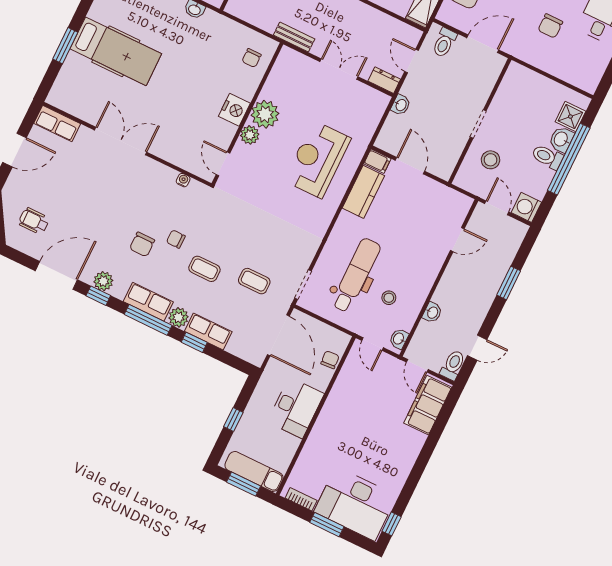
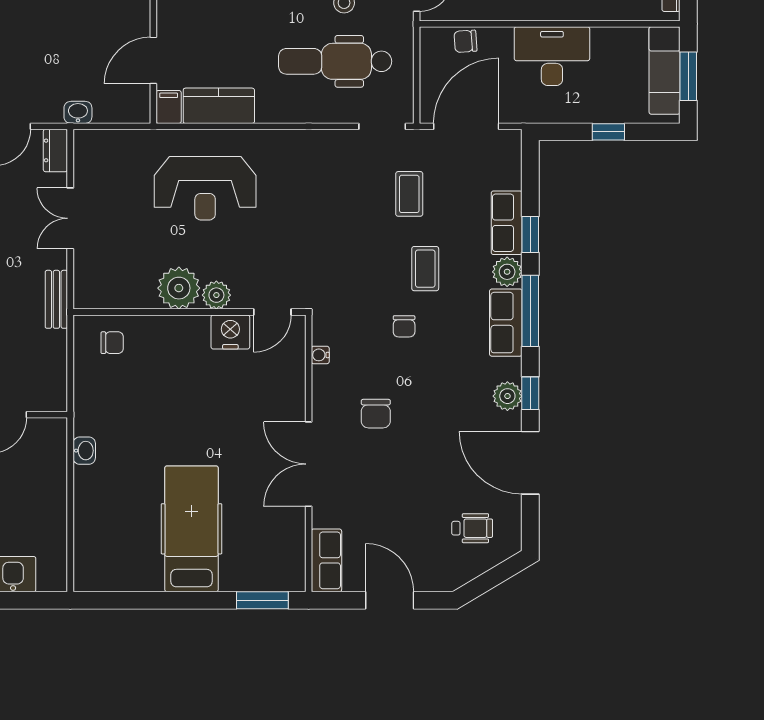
window: (65, 46) -> (262, 600), moved
nightstand: (234, 110) -> (230, 332), moved
wheelchair: (34, 221) -> (472, 528), turned -90
chair: (142, 244) -> (376, 414), moved, turned 90

